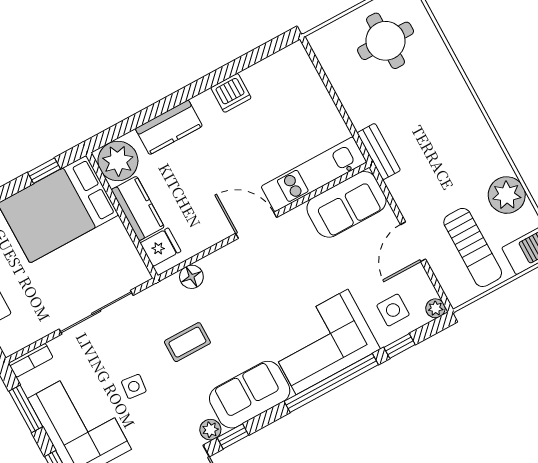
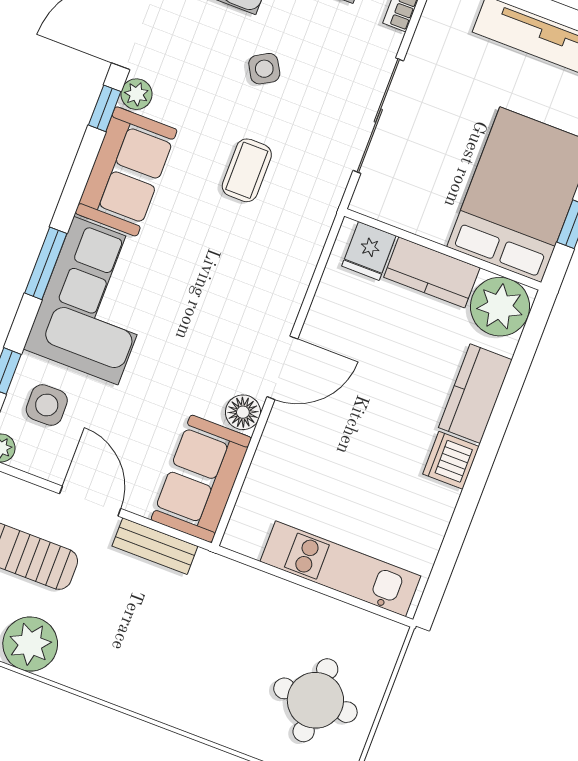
dishwasher: (231, 93) -> (451, 460), moved
bench: (379, 152) -> (155, 546), moved
kitchen unit: (314, 174) -> (340, 569), moved, turned -90
floor lamp: (191, 277) -> (243, 412), moved
window: (331, 383) -> (46, 263), width x0.47
side table: (134, 386) -> (264, 69), turned -36

